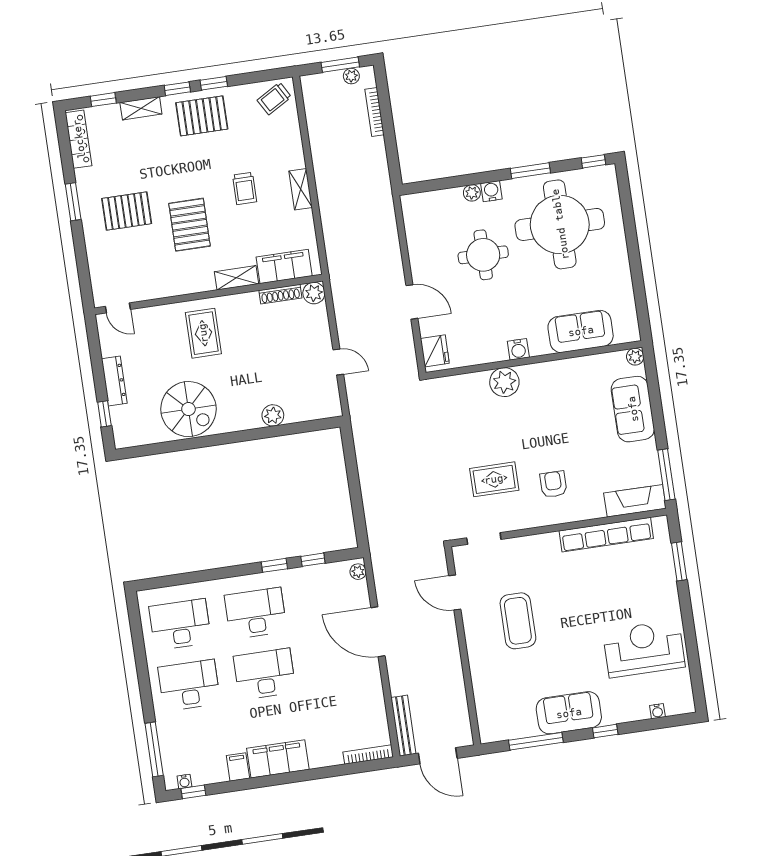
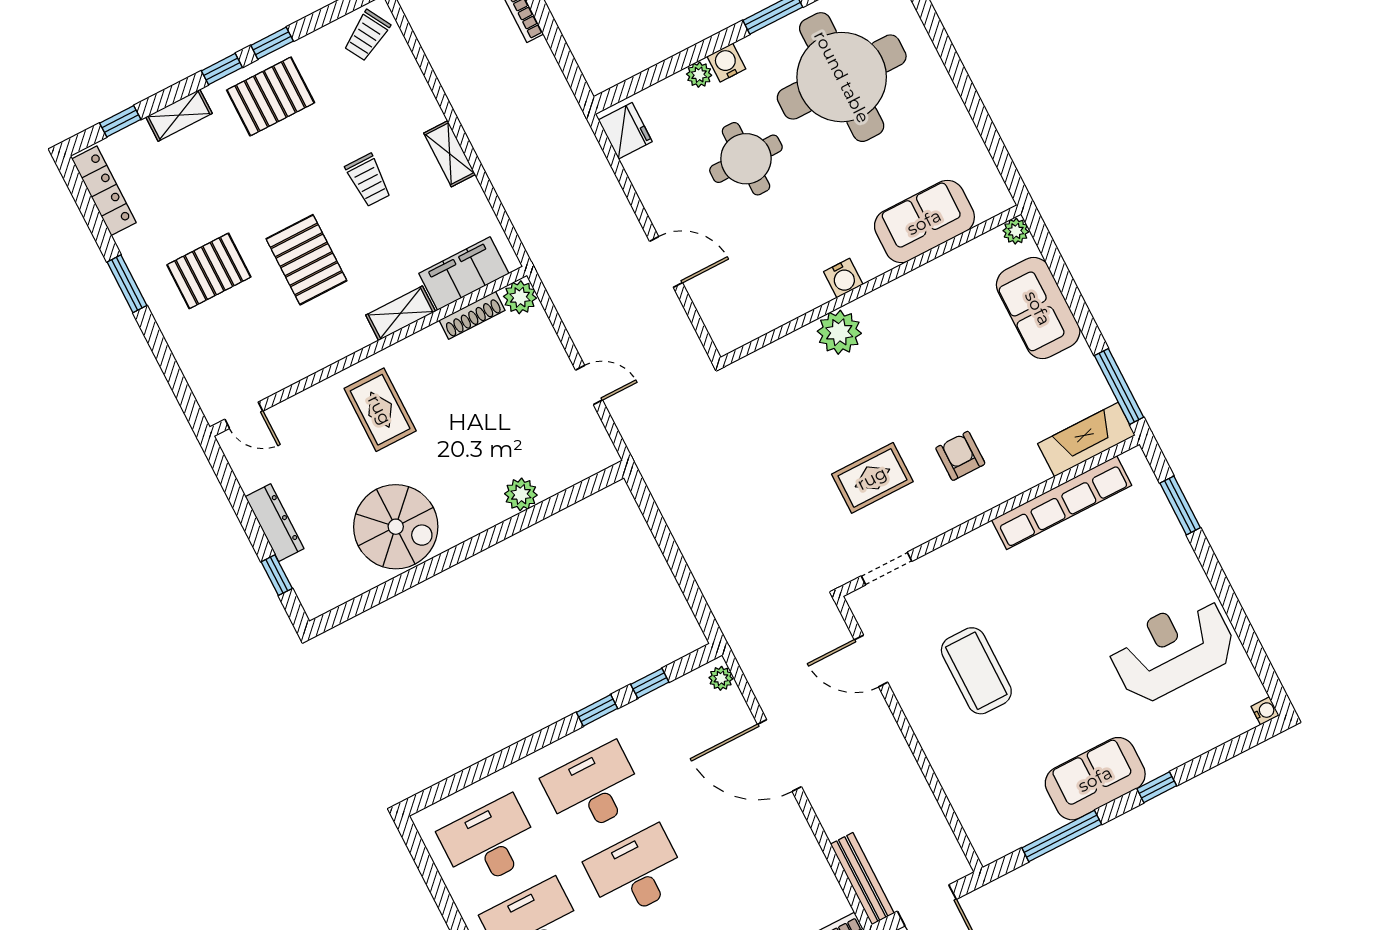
fridge: (435, 351) -> (625, 131), moved
water cooler: (657, 711) -> (1265, 711), moved, turned -90

